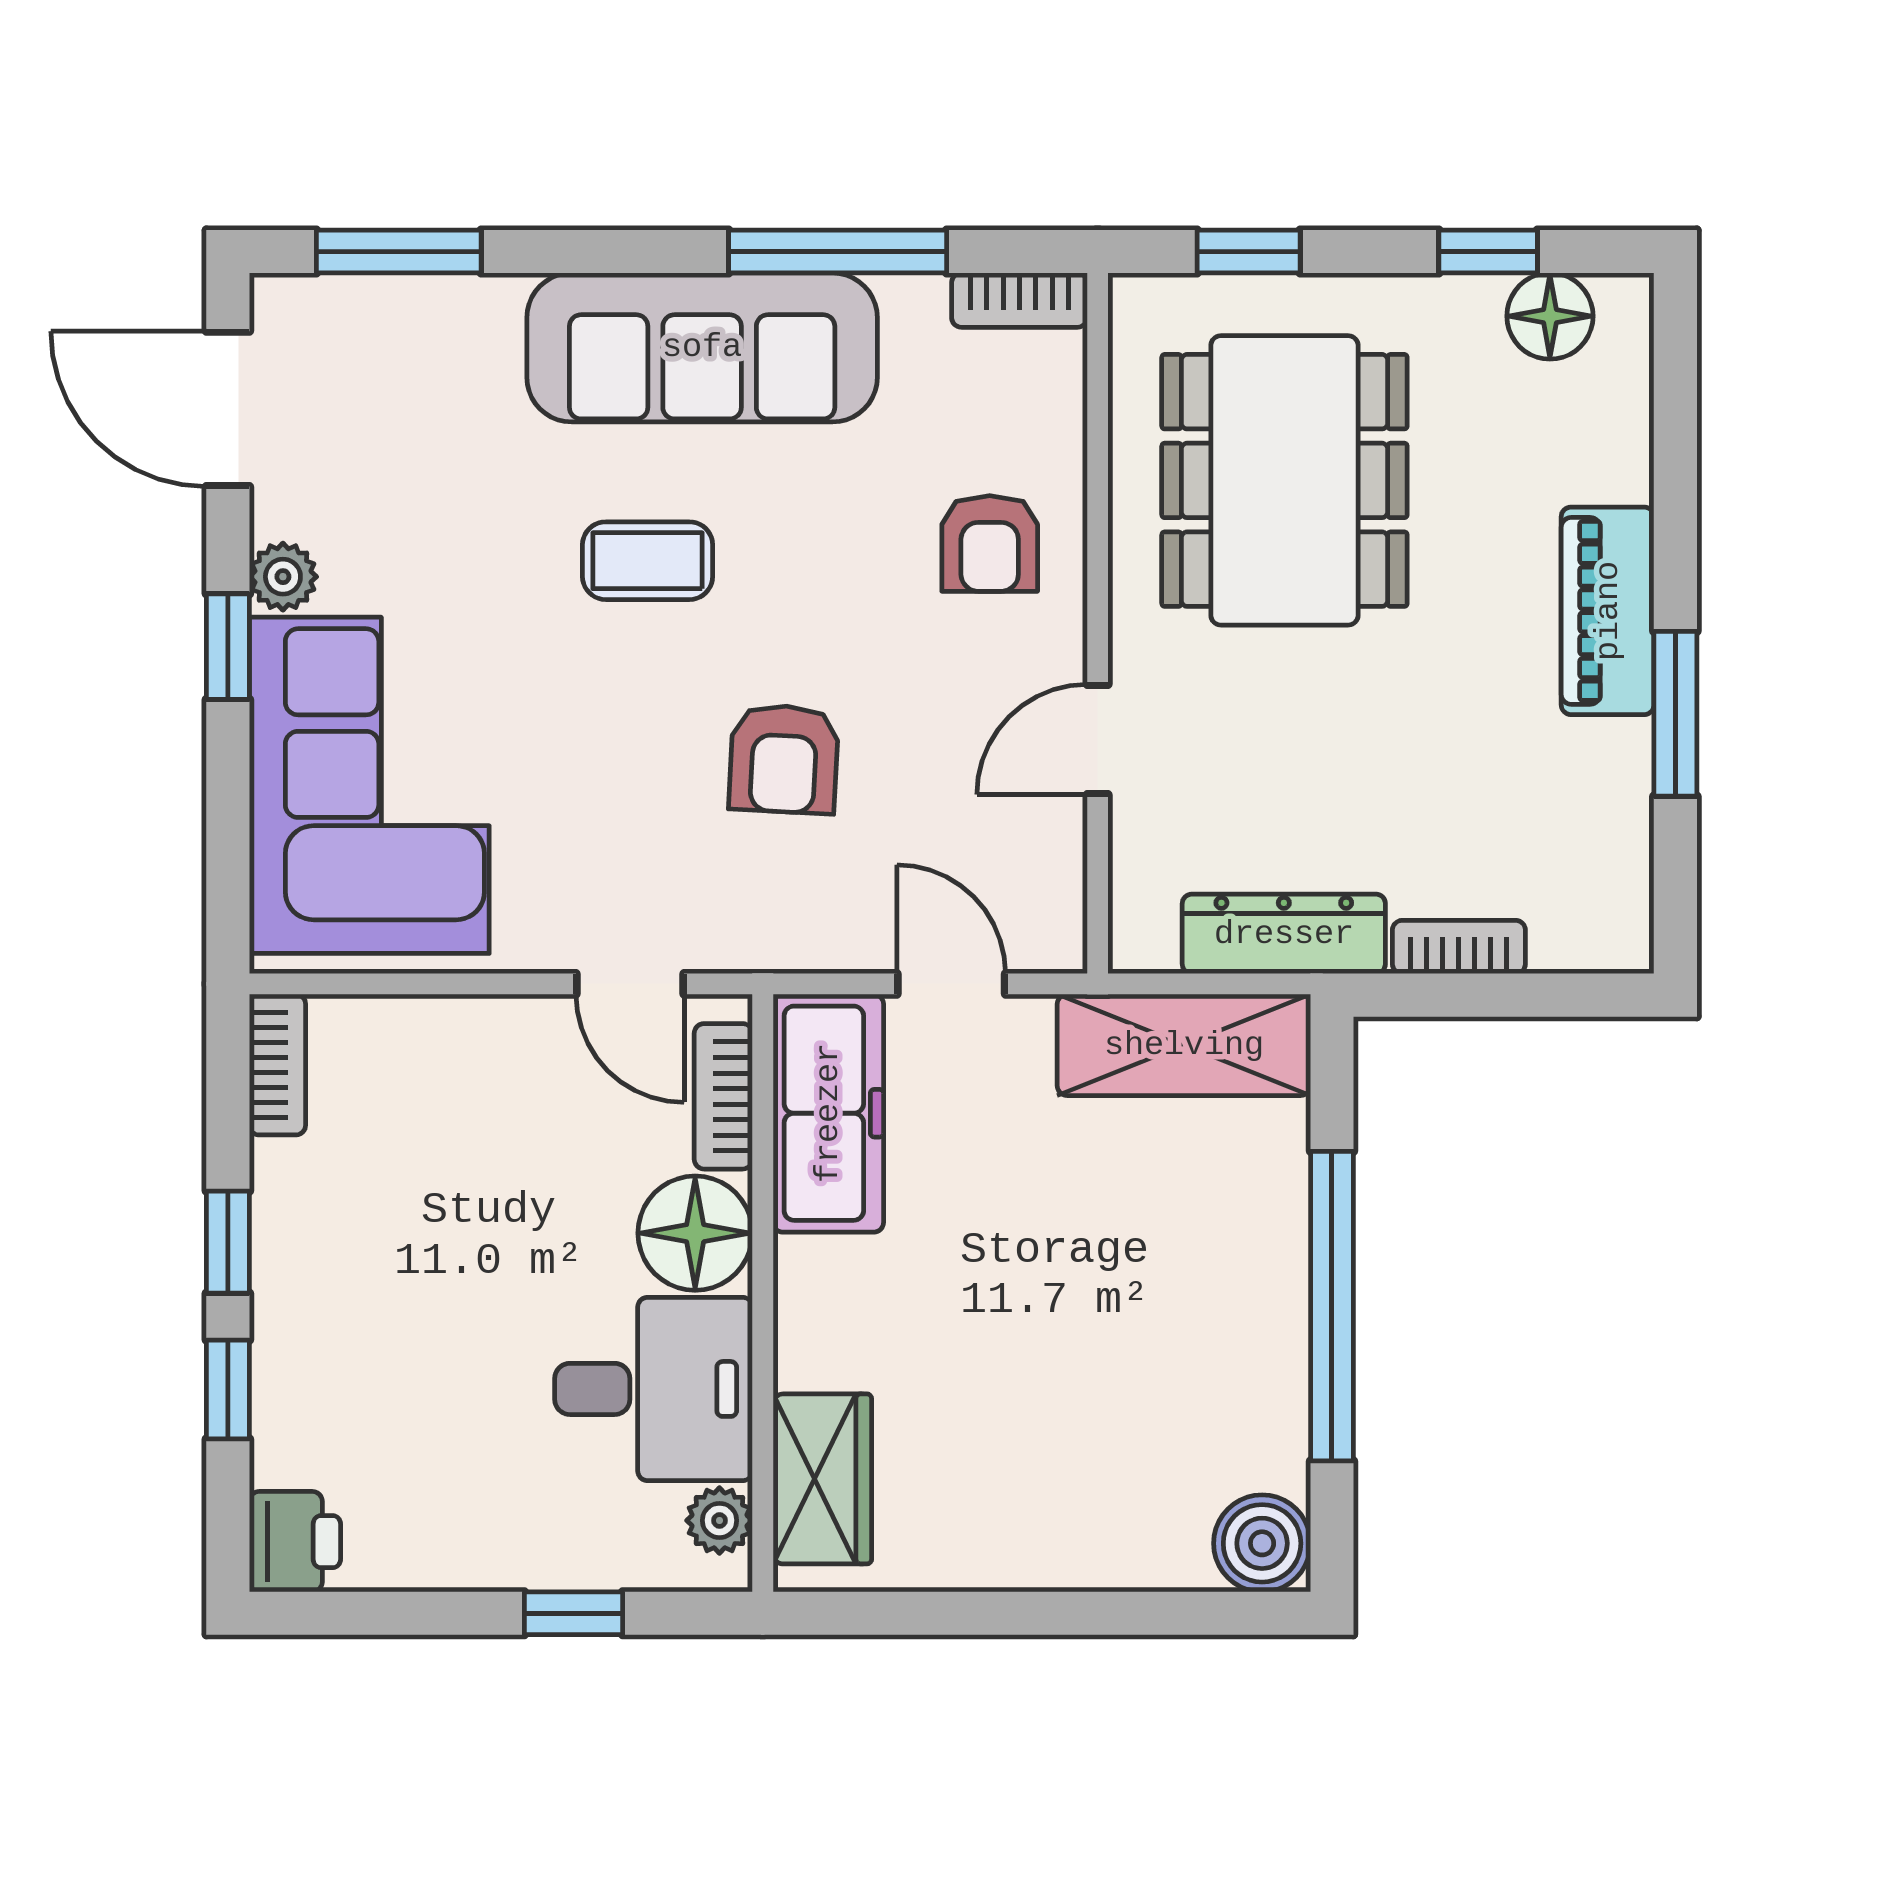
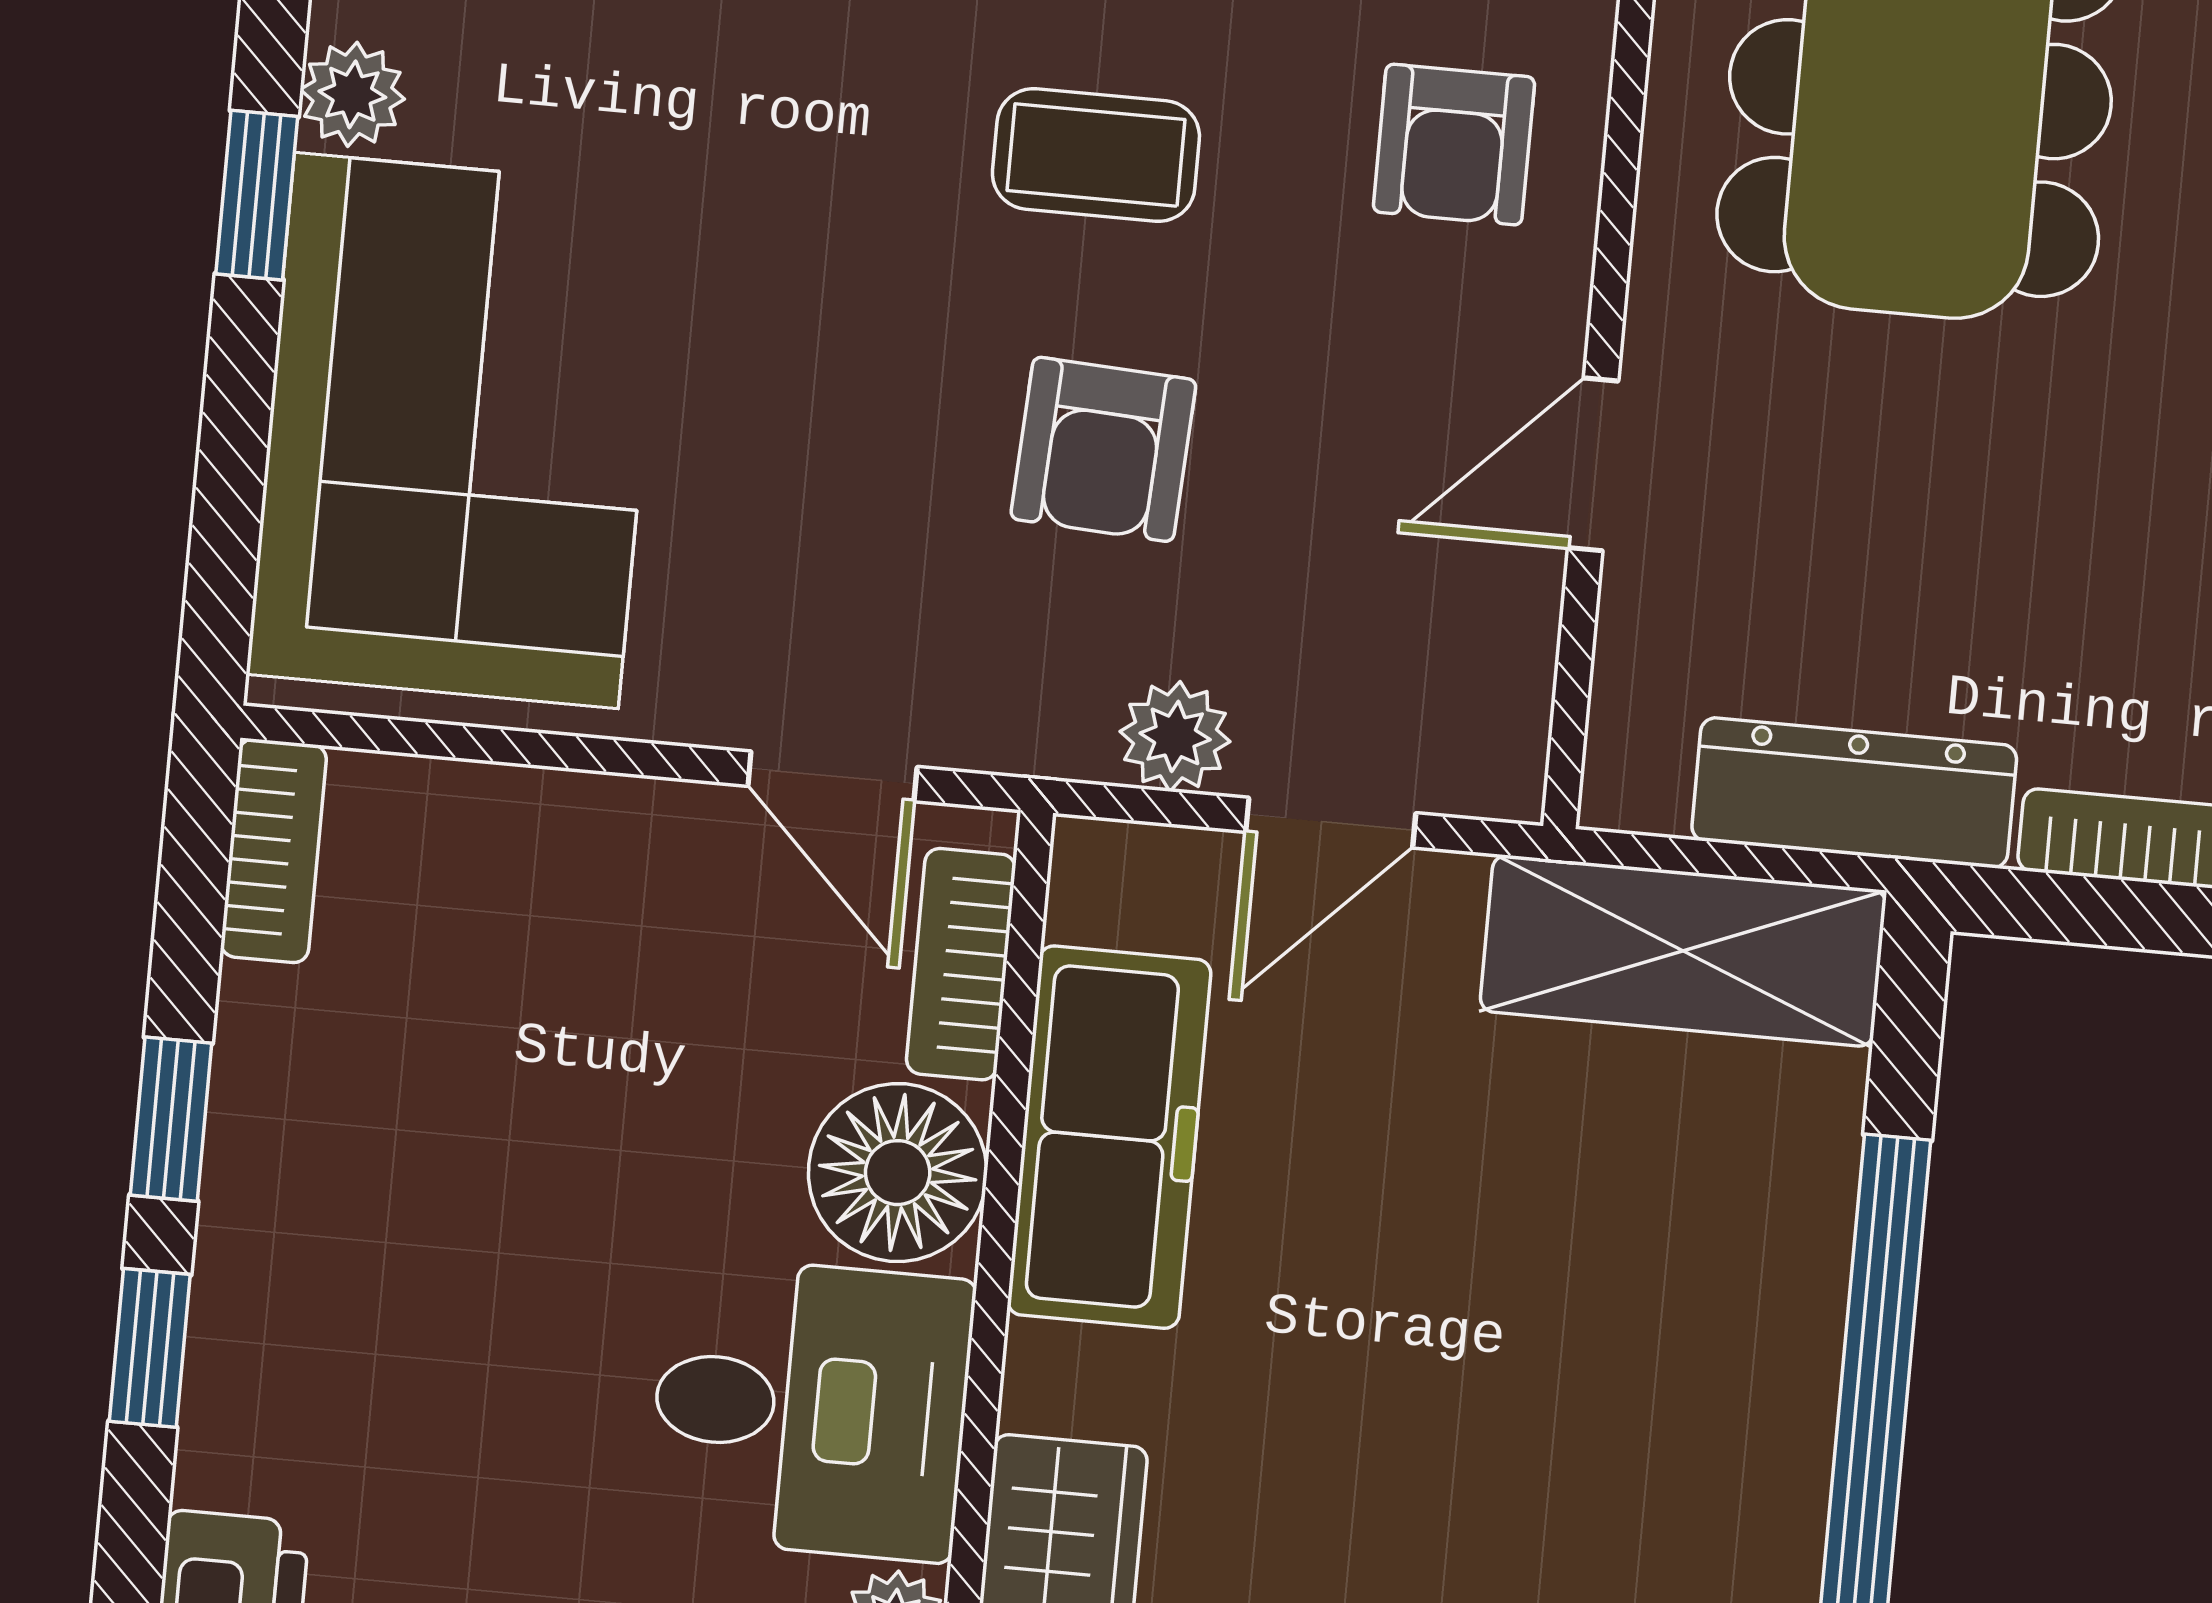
coffee table: (648, 561) -> (1096, 155), moved
plant: (847, 938) -> (1175, 736), added
door: (951, 984) -> (1331, 823), swing flipped
freezer: (828, 1113) -> (1109, 1137), moved

